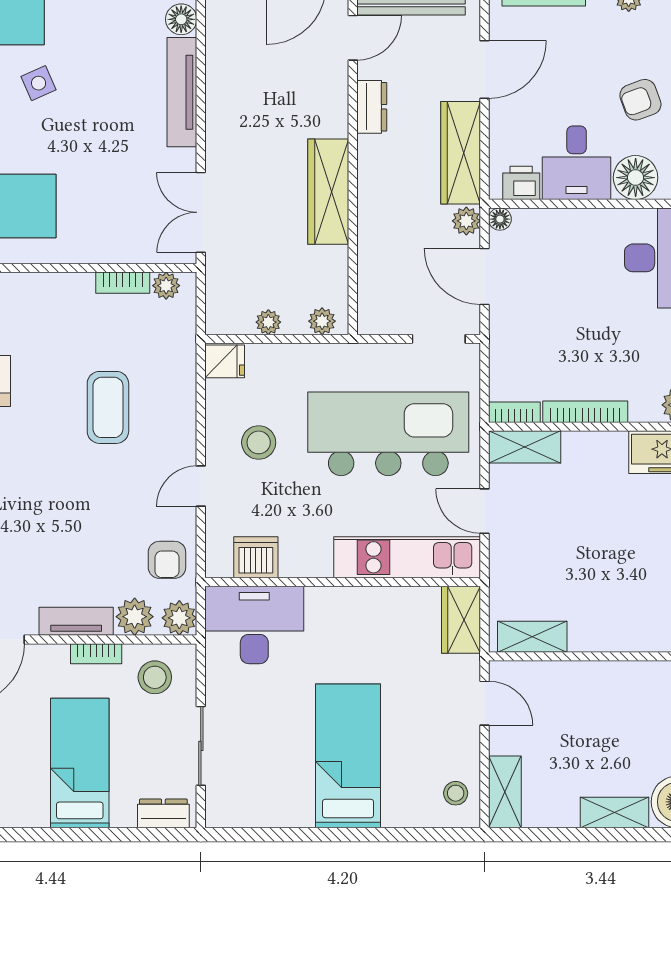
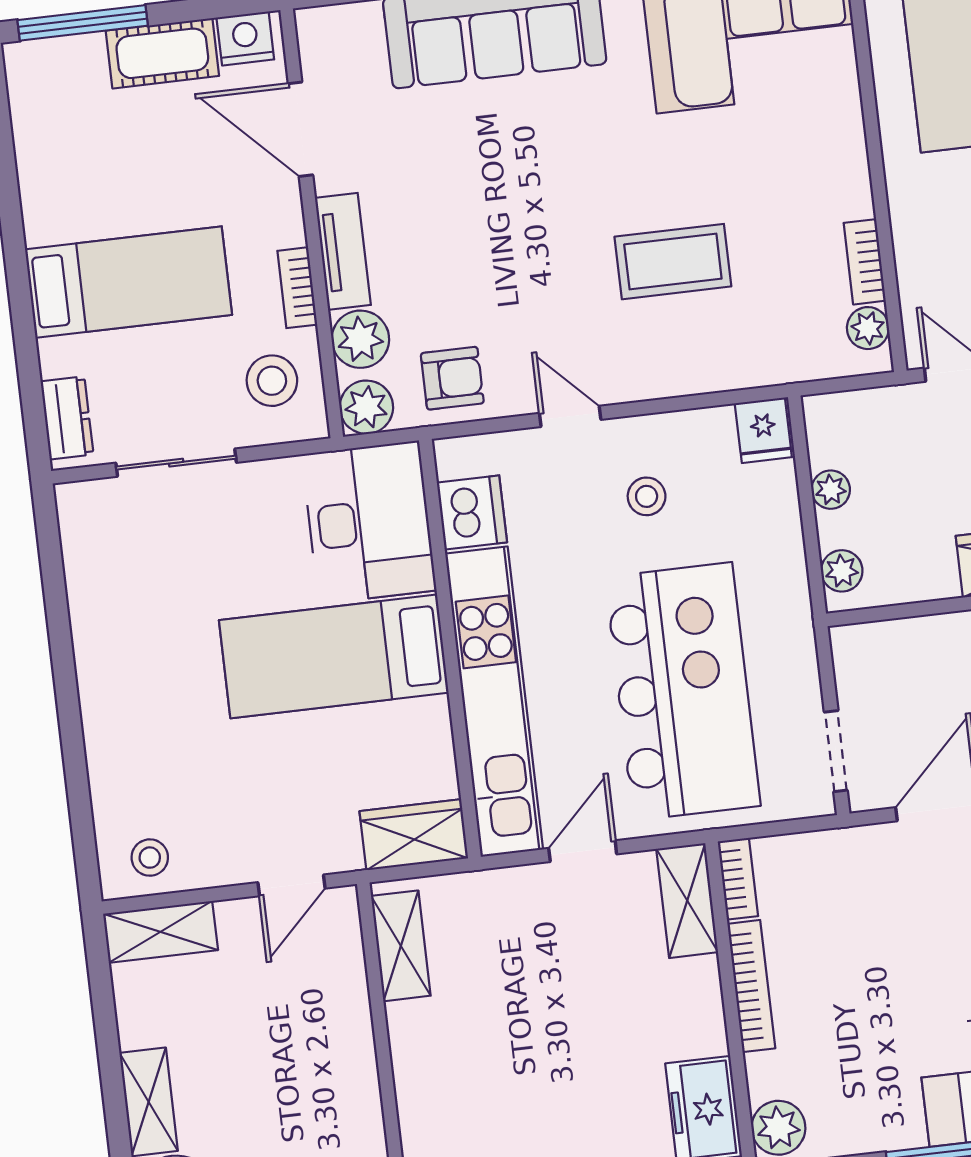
stool: (259, 442) -> (647, 496), width x0.73, depth x0.73
kitchen unit: (407, 557) -> (494, 702), width x1.36
armchair: (167, 560) -> (452, 378), turned 180
bed: (348, 756) -> (334, 656), moved, turned 180

